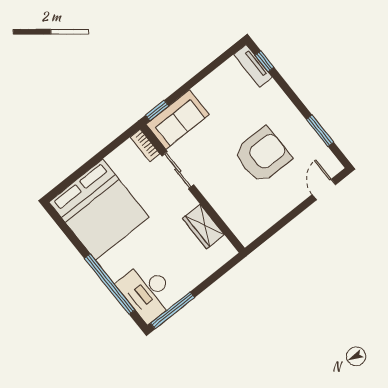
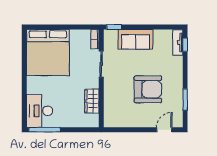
sofa: (178, 119) -> (136, 39), moved
window: (110, 284) -> (24, 93), removed

